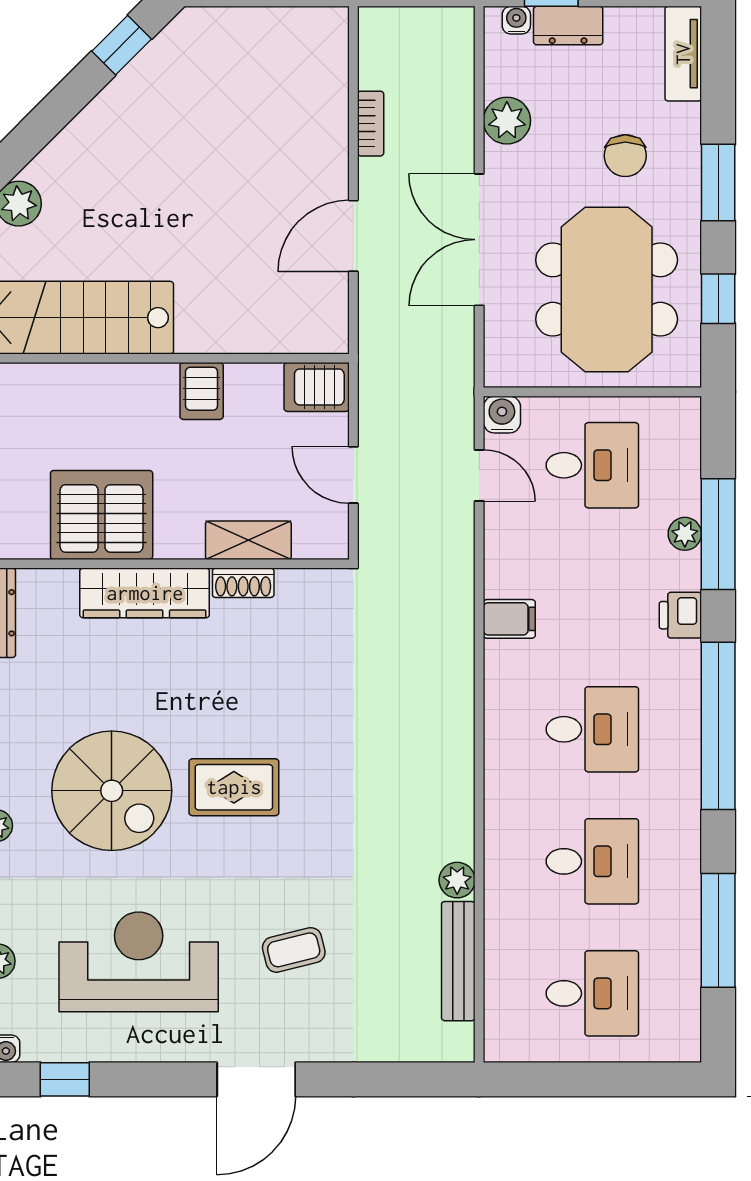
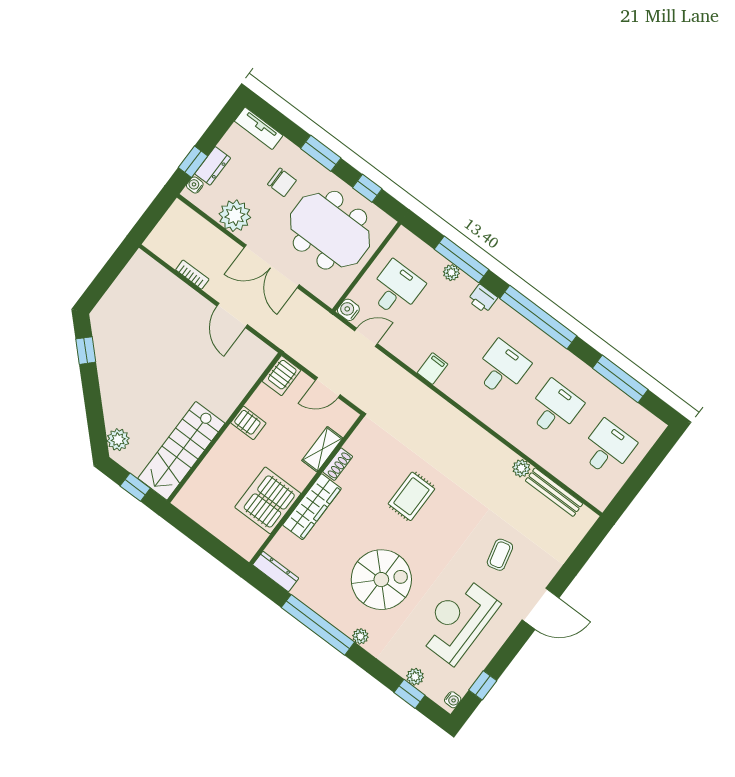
plant: (507, 121) -> (235, 216), width x1.36, depth x1.36
rug: (234, 787) -> (411, 496), moved
door: (256, 1079) -> (540, 609), hinge flipped

